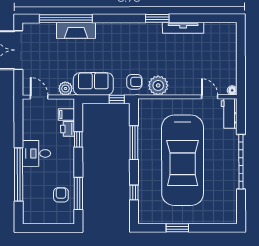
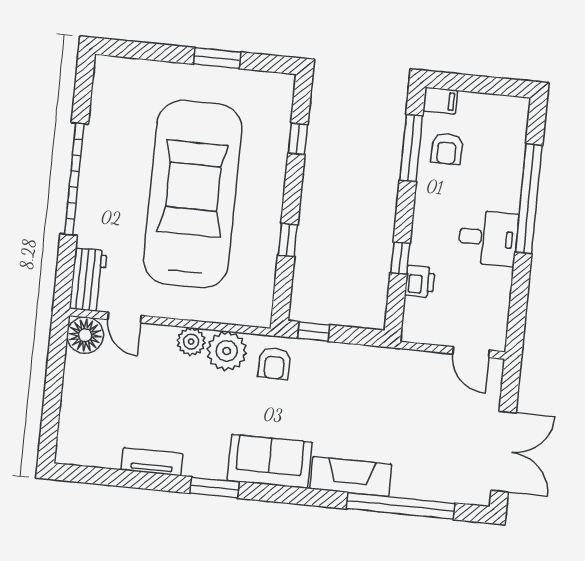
tv unit: (183, 28) -> (152, 462), width x0.71
fireplace: (76, 30) -> (351, 477), moved
armchair: (134, 82) -> (274, 363), turned -90
sofa: (93, 84) -> (270, 461), moved, turned 180
plant: (66, 88) -> (191, 342), moved
floor lamp: (232, 90) -> (85, 335), width x1.89, depth x1.89
filing cabinet: (66, 114) -> (440, 101), moved
window: (134, 143) -> (288, 240), width x0.46

